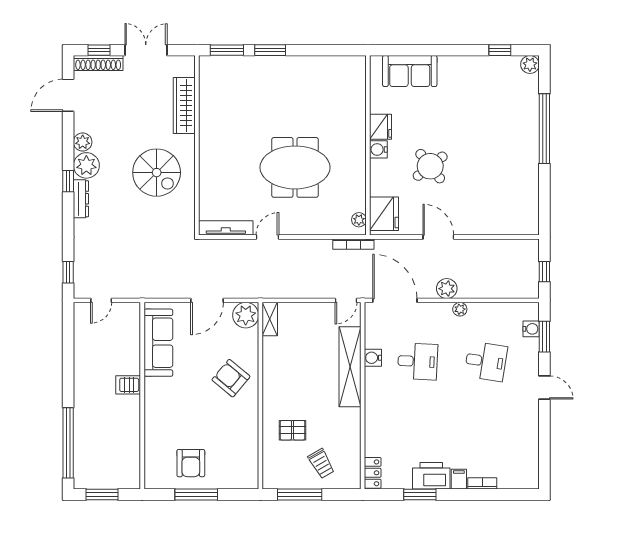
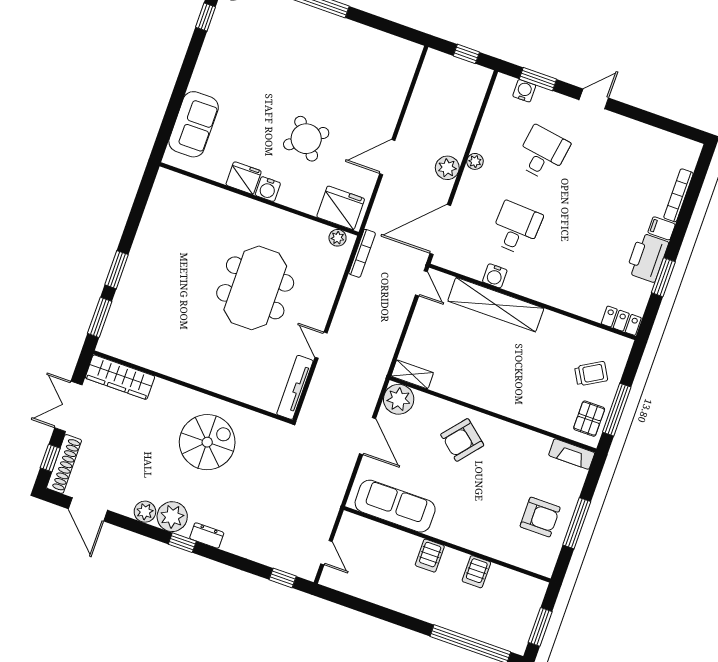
wardrobe: (184, 105) -> (120, 377), moved
dresser: (81, 199) -> (207, 535), width x0.70
server rack: (128, 427) -> (476, 572), added
pallet: (292, 430) -> (589, 419), moved
fireplace: (251, 471) -> (572, 454), added
bookcase: (482, 483) -> (678, 195), width x1.56

